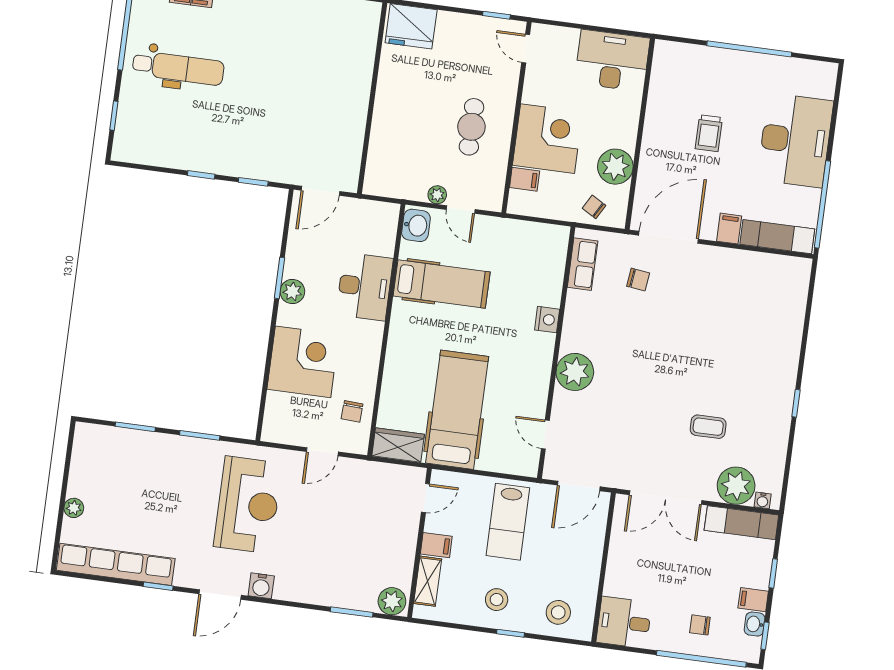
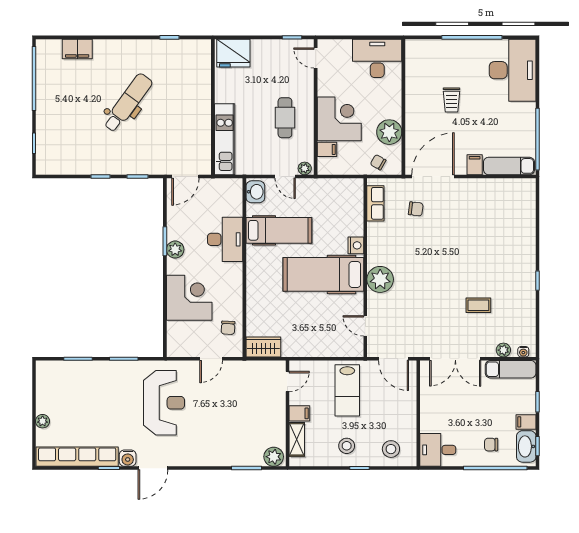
dental chair: (178, 68) -> (128, 103), moved, turned -54
desk: (795, 140) -> (513, 70), moved
kitchen unit: (383, 146) -> (225, 139), added
plant: (437, 195) -> (305, 168), moved
hospital bed: (457, 410) -> (323, 274), moved, turned -90
door: (579, 486) -> (393, 359), hinge flipped
plant: (736, 486) -> (503, 350), width x0.53, depth x0.53
water cooler: (261, 586) -> (128, 458), moved
washbasin: (755, 624) -> (526, 446), width x1.91, depth x1.45

